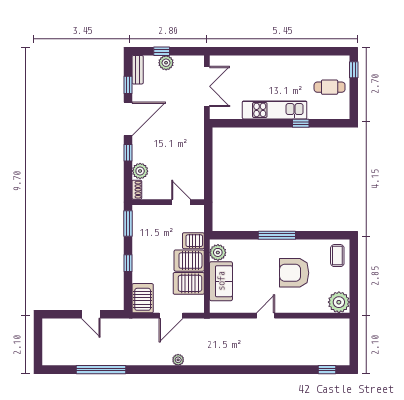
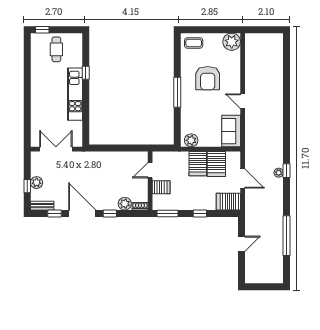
server rack: (193, 241) -> (161, 187), moved, turned -90
sofa: (221, 281) -> (231, 131), moved, turned -90
window: (327, 370) -> (287, 171), moved

